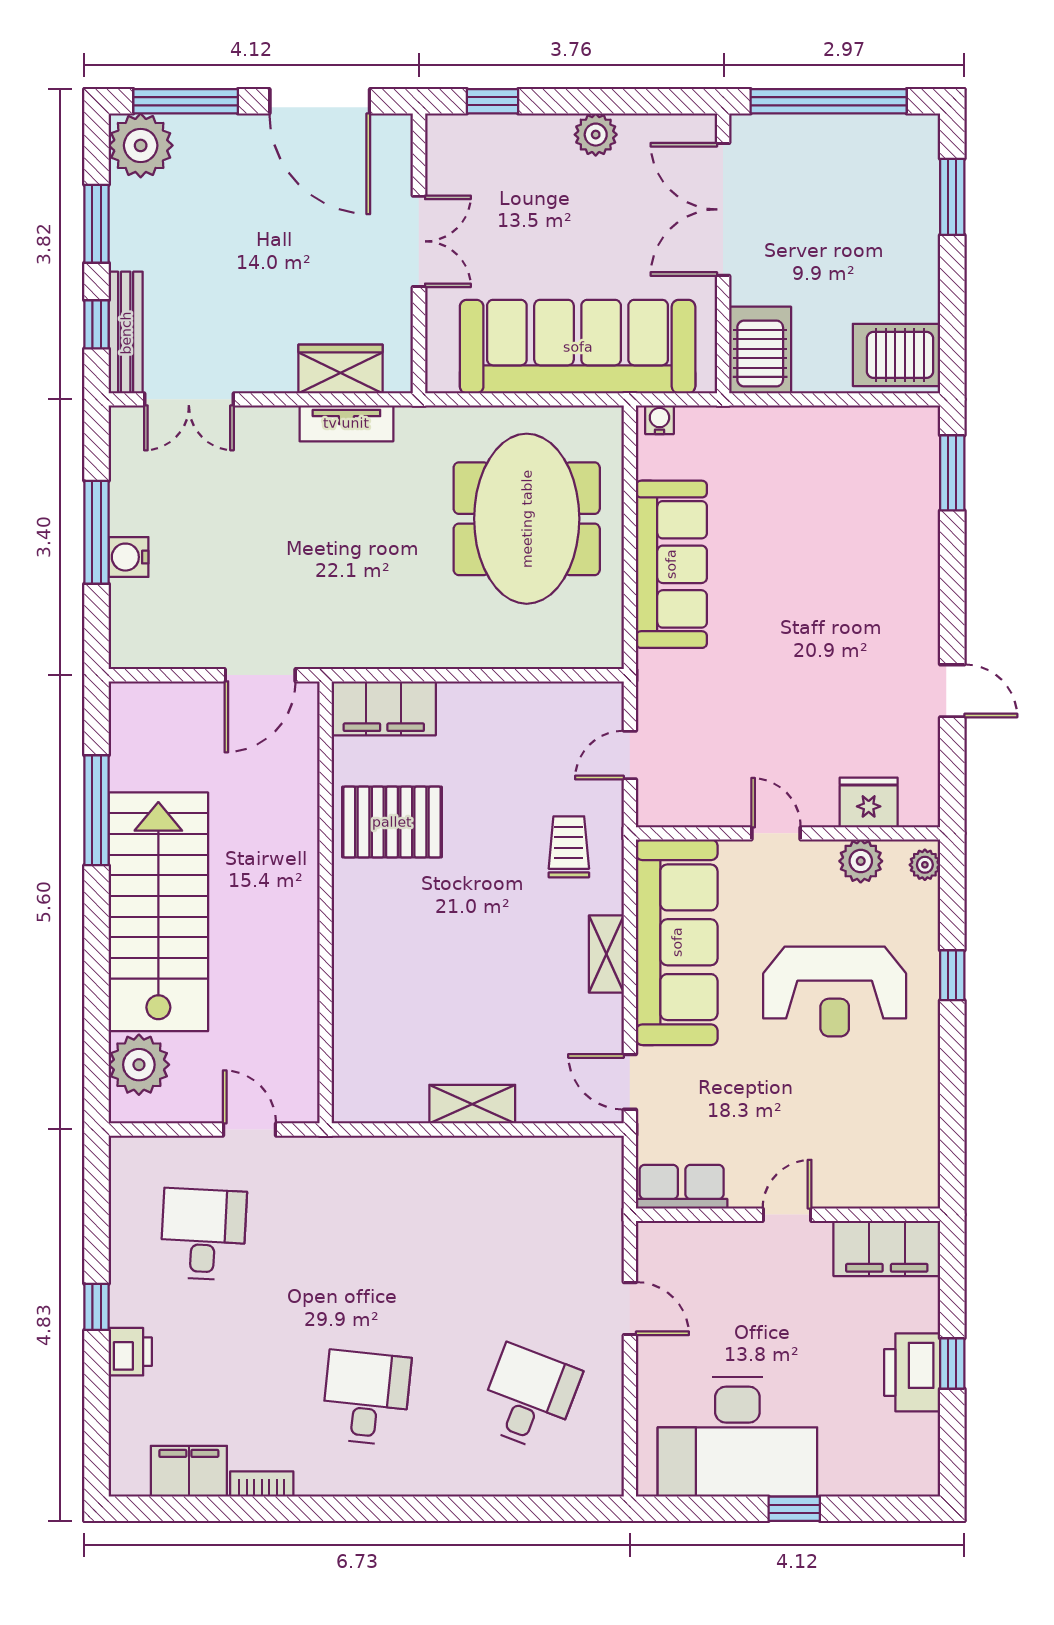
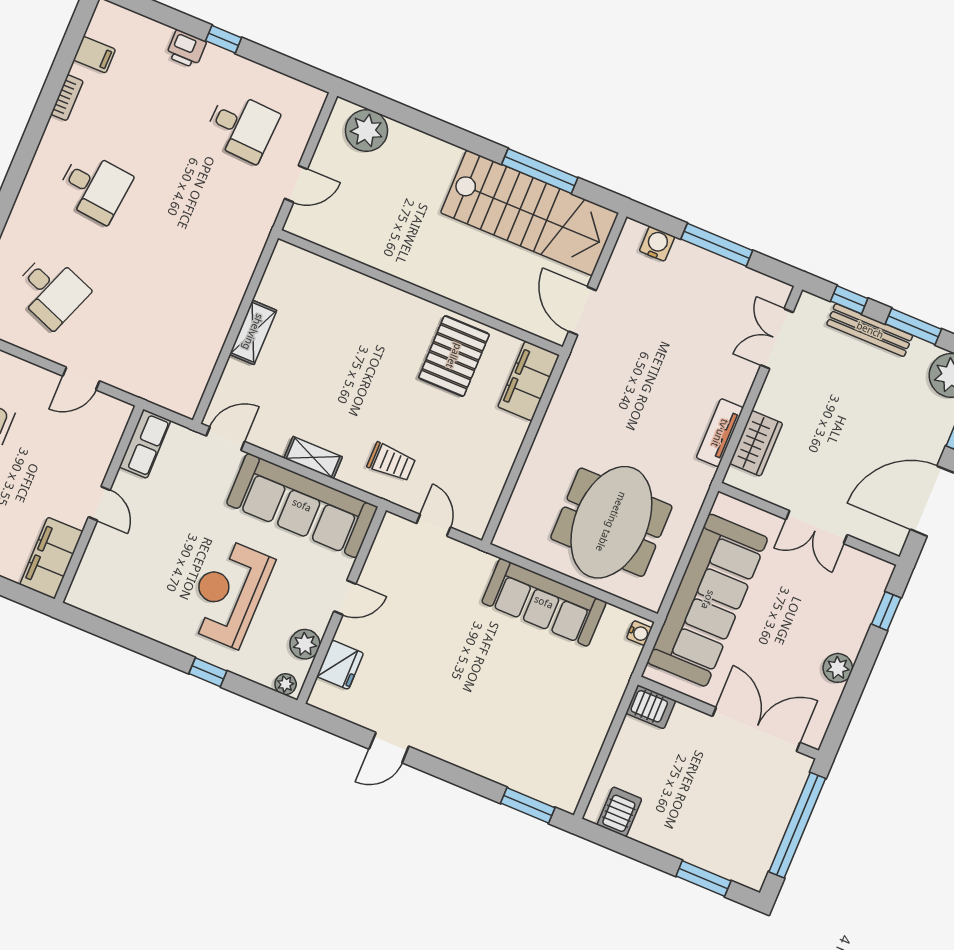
bench: (126, 333) -> (870, 330), moved
server rack: (760, 350) -> (651, 707), width x0.73, depth x0.70
server rack: (896, 355) -> (619, 812), width x0.73, depth x0.70
meeting table: (527, 519) -> (611, 522), turned 90
water cooler: (129, 557) -> (657, 244), moved
stairs: (158, 912) -> (530, 213), moved
filing cabinet: (189, 1471) -> (94, 55), width x0.50

